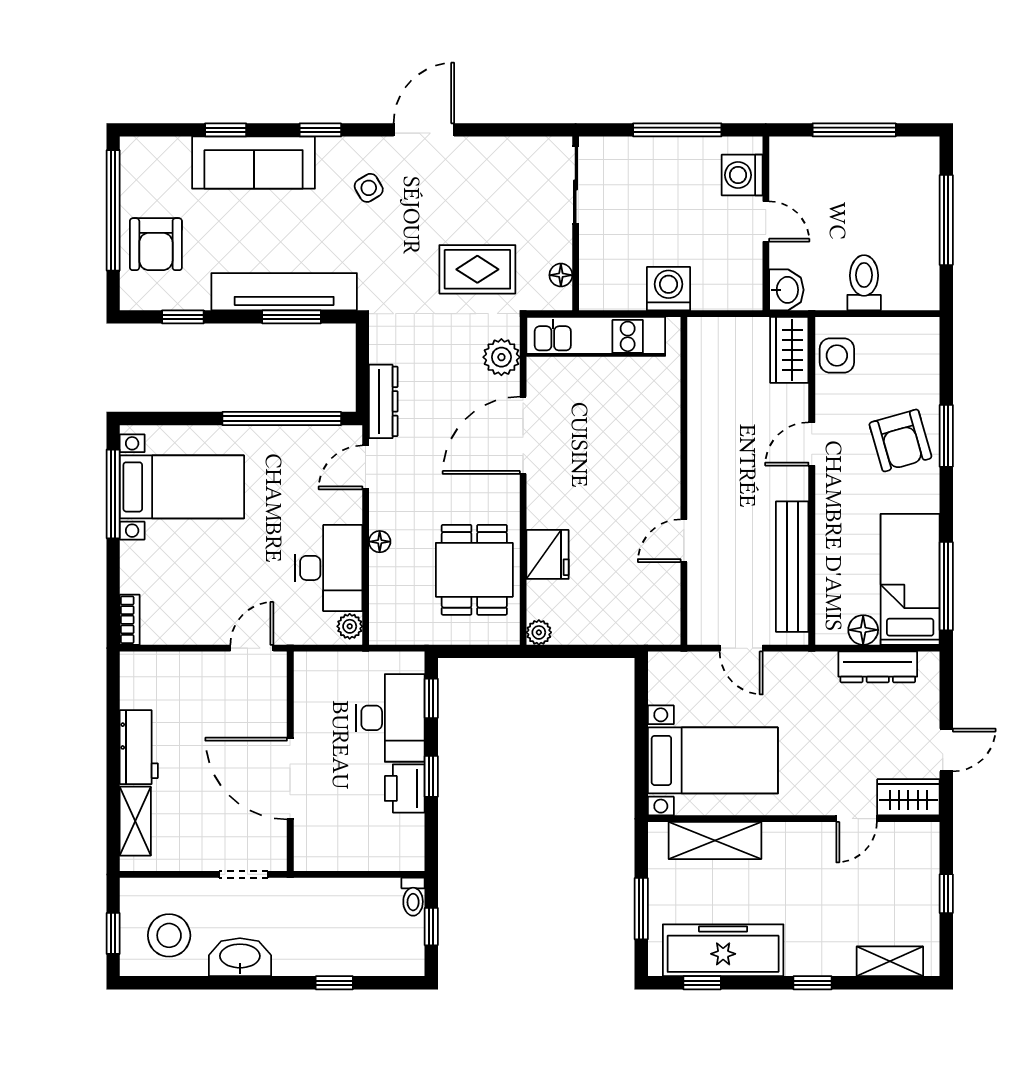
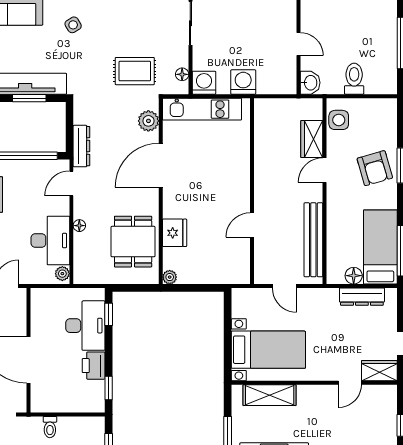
washing machine: (742, 175) -> (204, 83), moved, turned 90
wardrobe: (789, 350) -> (312, 139), moved
window: (431, 776) -> (109, 388), moved
toilet: (413, 897) -> (50, 427), moved

